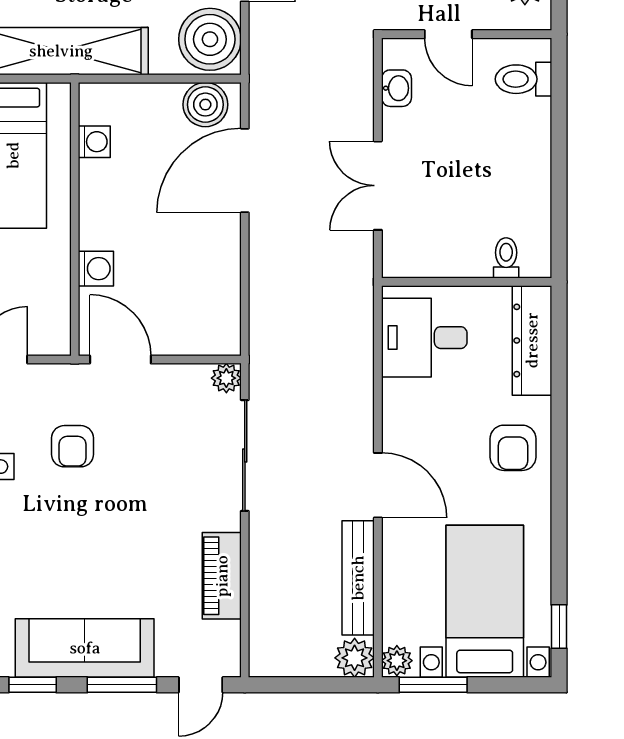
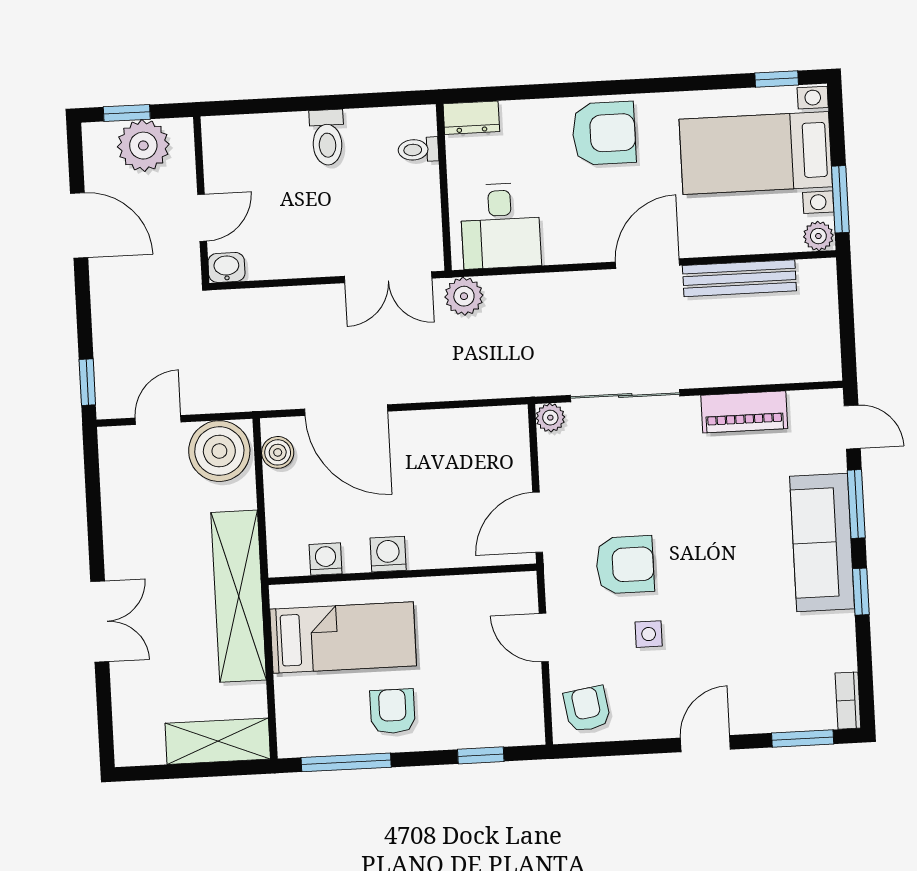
toilet: (523, 79) -> (327, 137), moved
washbasin: (396, 88) -> (226, 267), moved
boiler: (205, 105) -> (278, 452), width x0.73, depth x0.73
double door: (378, 186) -> (388, 277), moved
washing machine: (96, 269) -> (388, 554), moved
dresser: (532, 340) -> (471, 118), width x0.51, depth x0.80
armchair: (73, 446) -> (625, 565), width x1.38, depth x1.38
armchair: (513, 448) -> (604, 133), width x1.38, depth x1.38
plant: (355, 658) -> (464, 296), moved

